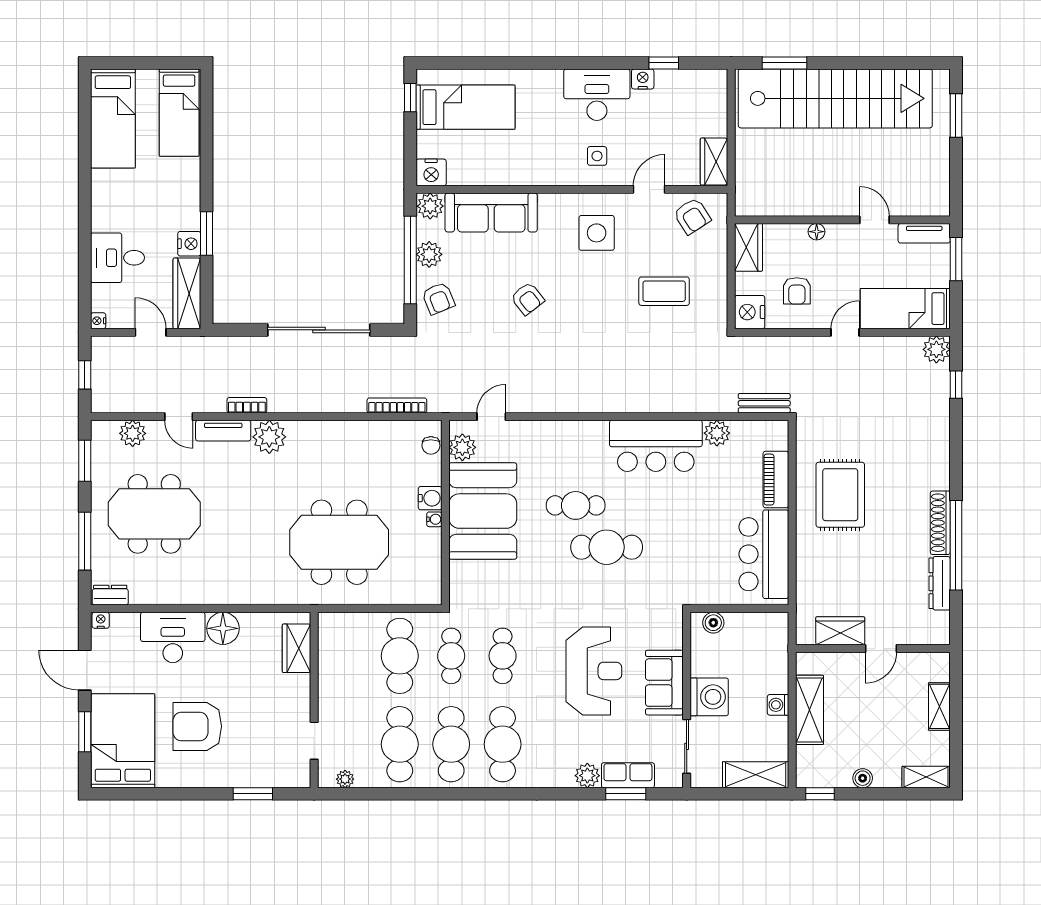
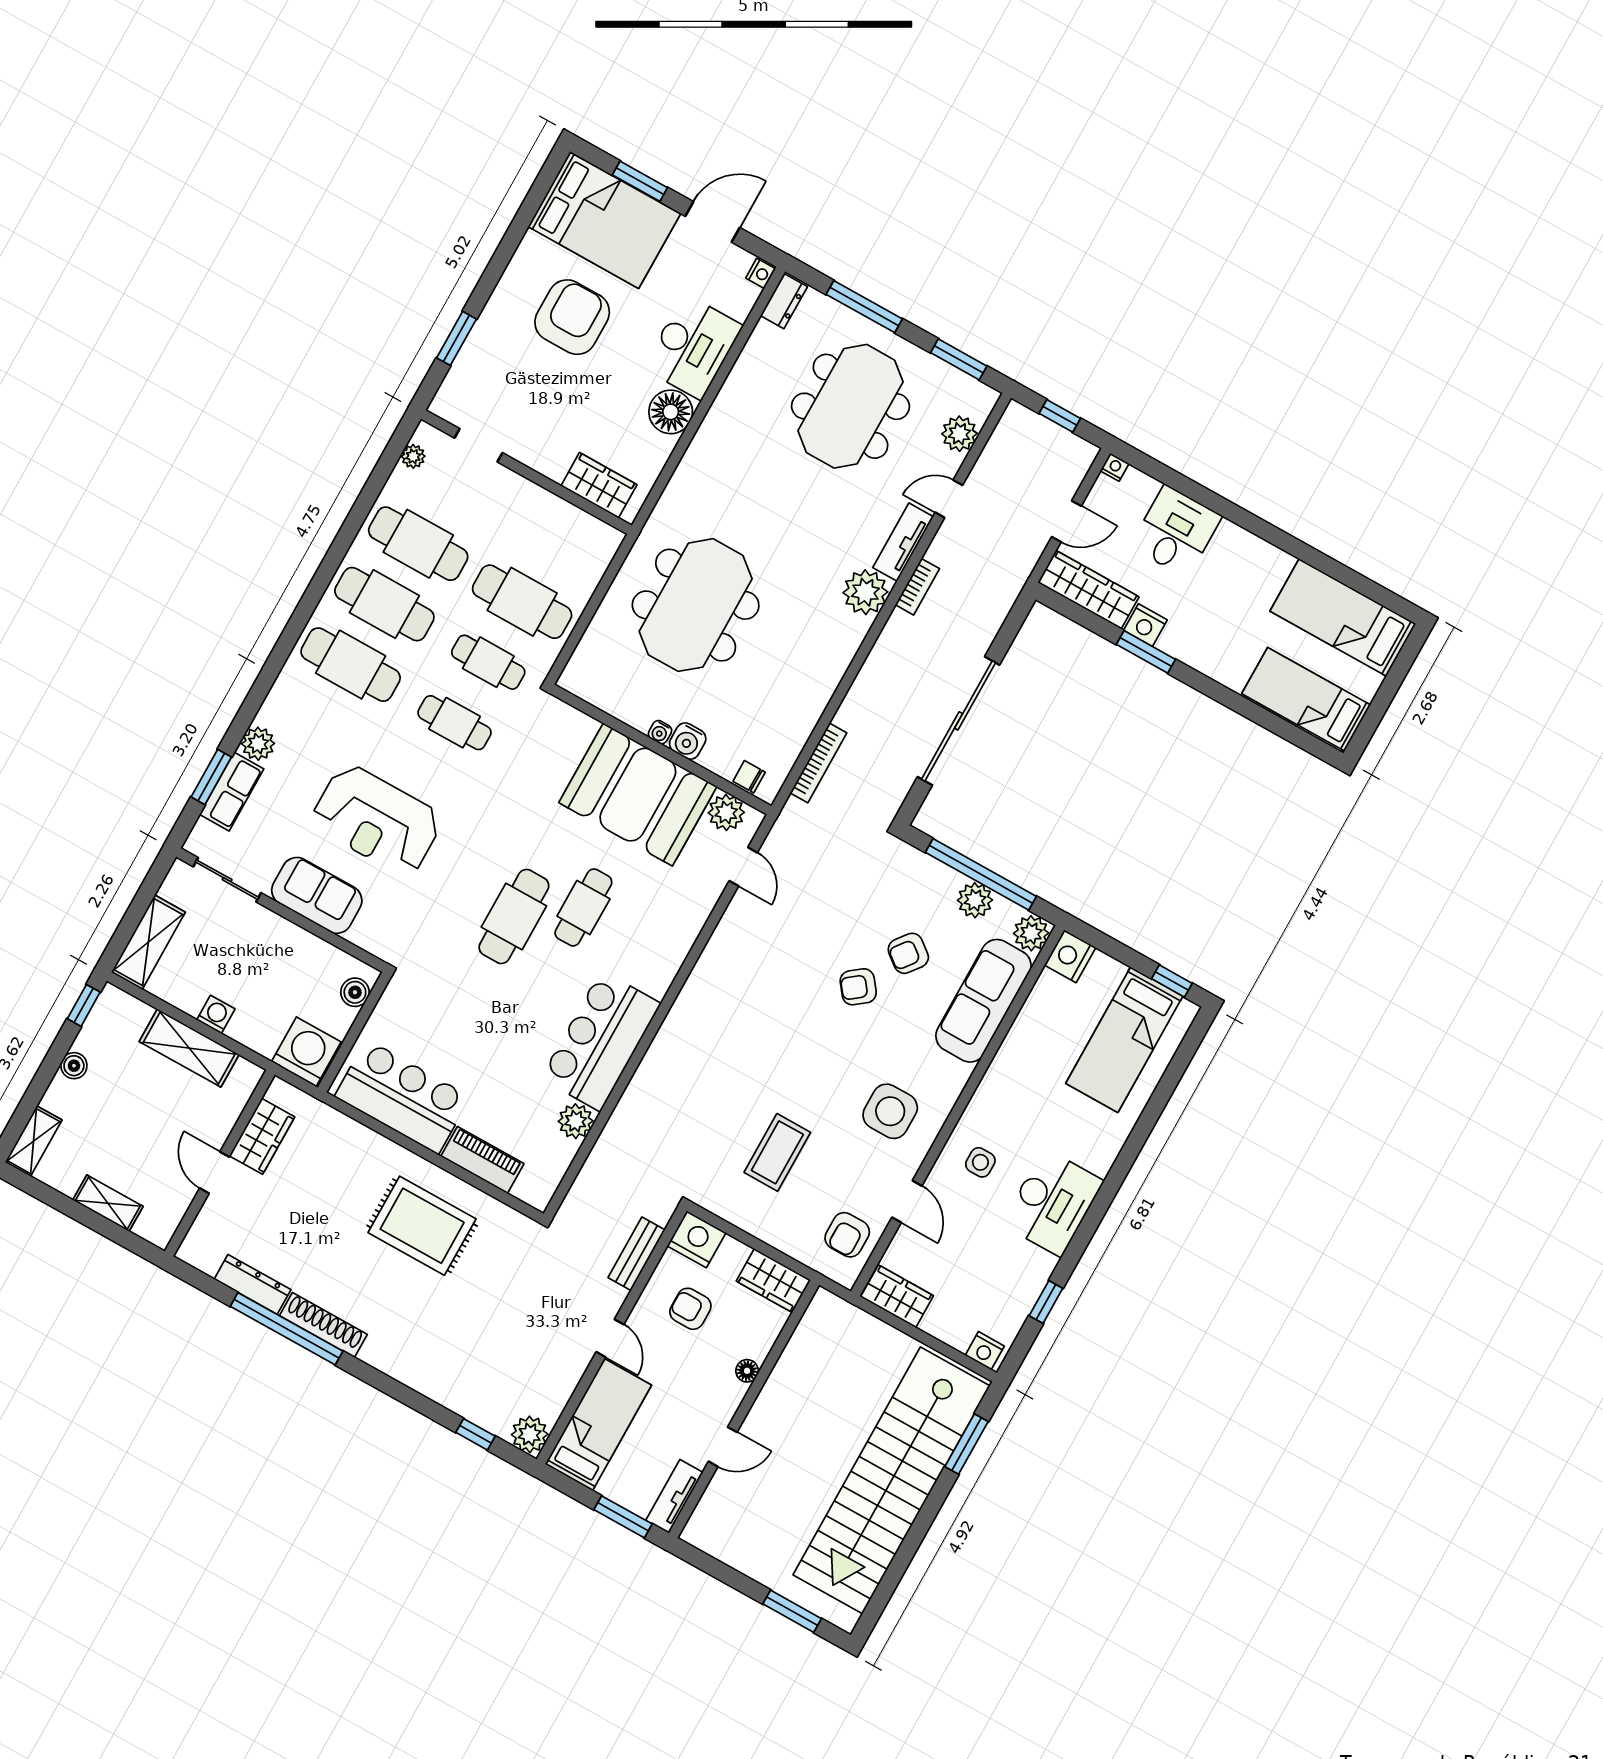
nightstand: (643, 79) -> (985, 1351), moved, turned 90
armchair: (692, 216) -> (847, 1235), turned -57
armchair: (438, 298) -> (908, 953), moved, turned -30
bench: (764, 403) -> (637, 1254), moved
washing machine: (709, 697) -> (306, 1052), moved, turned 180

